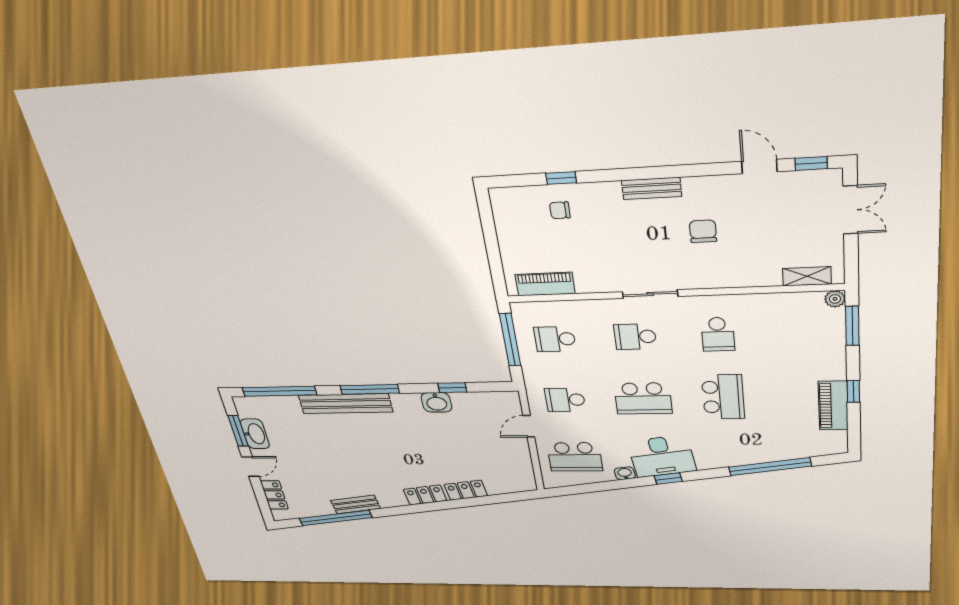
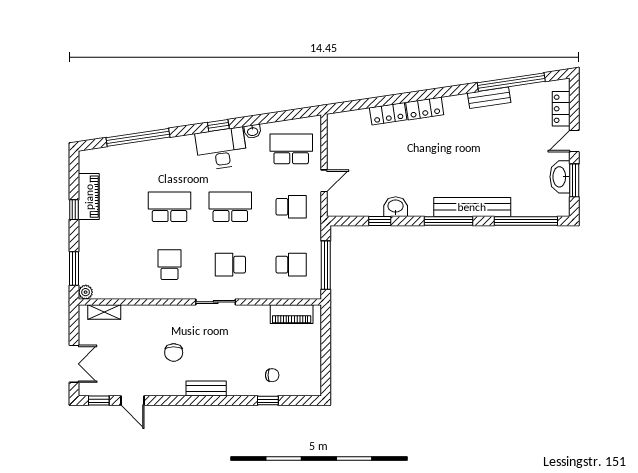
double door: (850, 210) -> (74, 364), swing flipped
school desk: (635, 337) -> (230, 265), turned 180
school desk: (723, 397) -> (169, 207), turned 90

